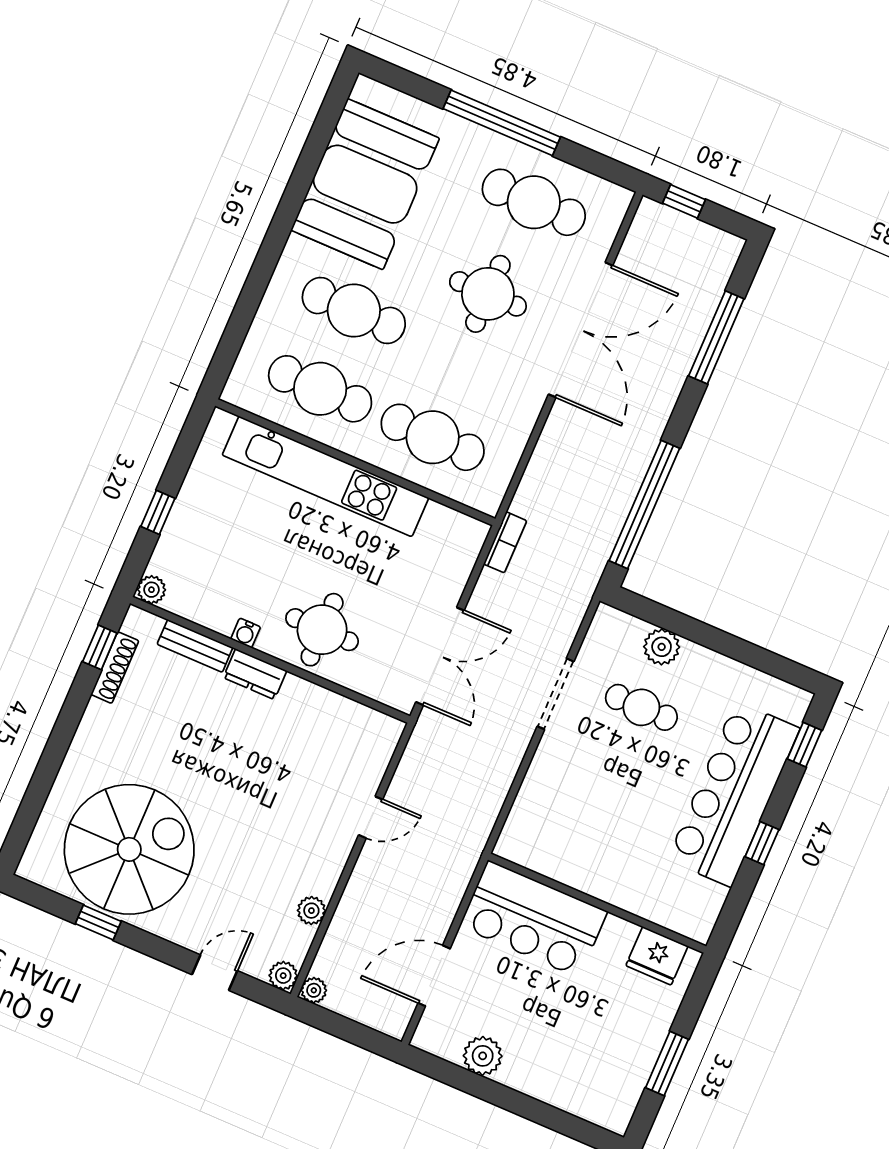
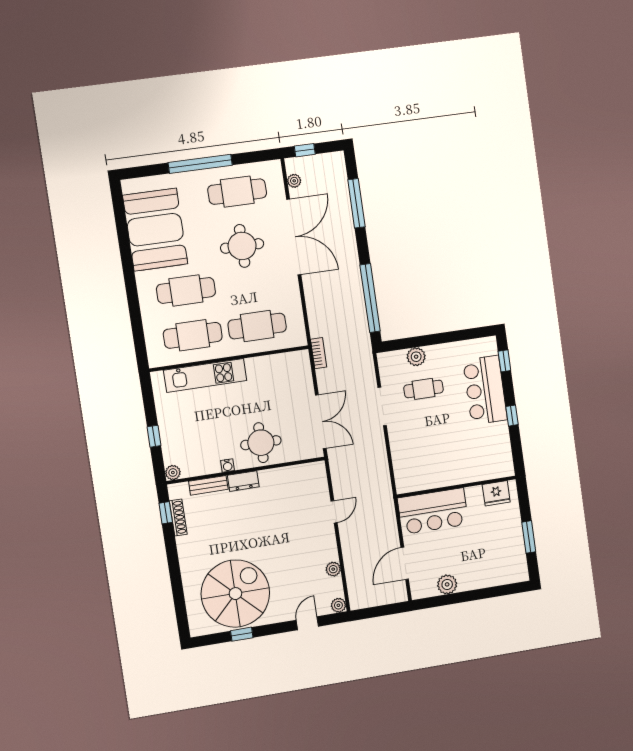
kitchen unit: (325, 476) -> (205, 375), width x0.73
bar counter: (734, 794) -> (485, 390), width x0.73
plant: (314, 990) -> (294, 181), moved

